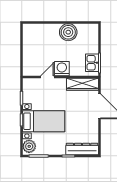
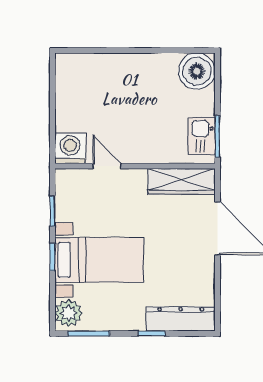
boiler: (68, 32) -> (197, 71), moved
washing machine: (62, 69) -> (70, 148), moved
door: (47, 77) -> (107, 166), hinge flipped

